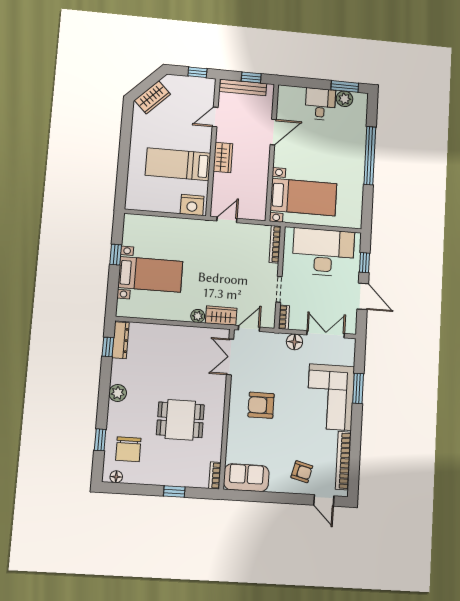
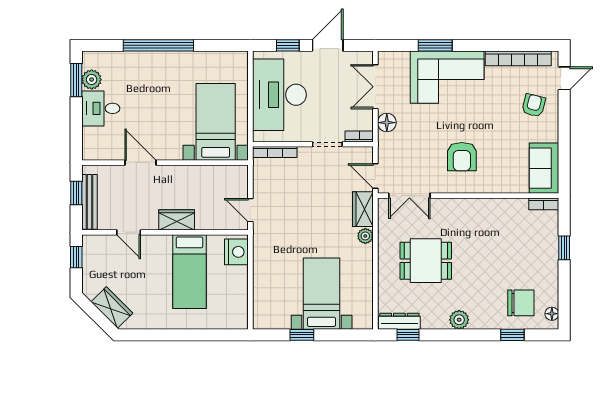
dining table: (180, 420) -> (426, 261), moved, turned 90

